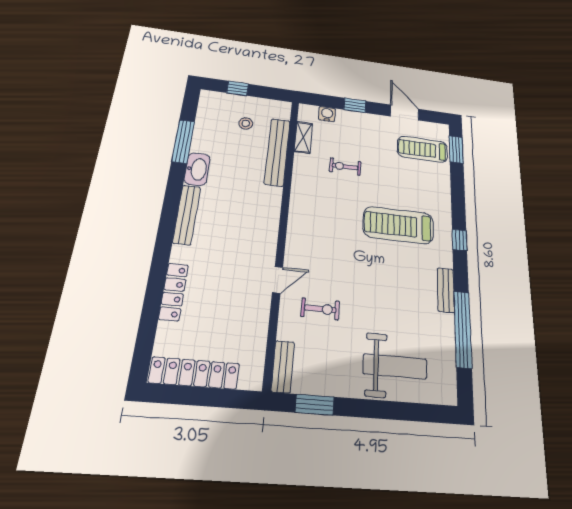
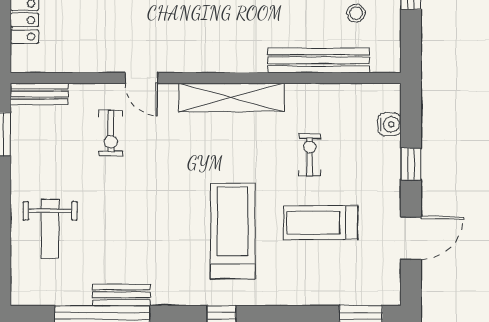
shelving: (303, 137) -> (231, 97), moved, width x2.20, depth x1.33
treadmill: (423, 149) -> (321, 223), moved, turned -90
bench: (446, 290) -> (121, 295), moved
weight bench: (395, 366) -> (50, 229), width x0.73, depth x0.75

